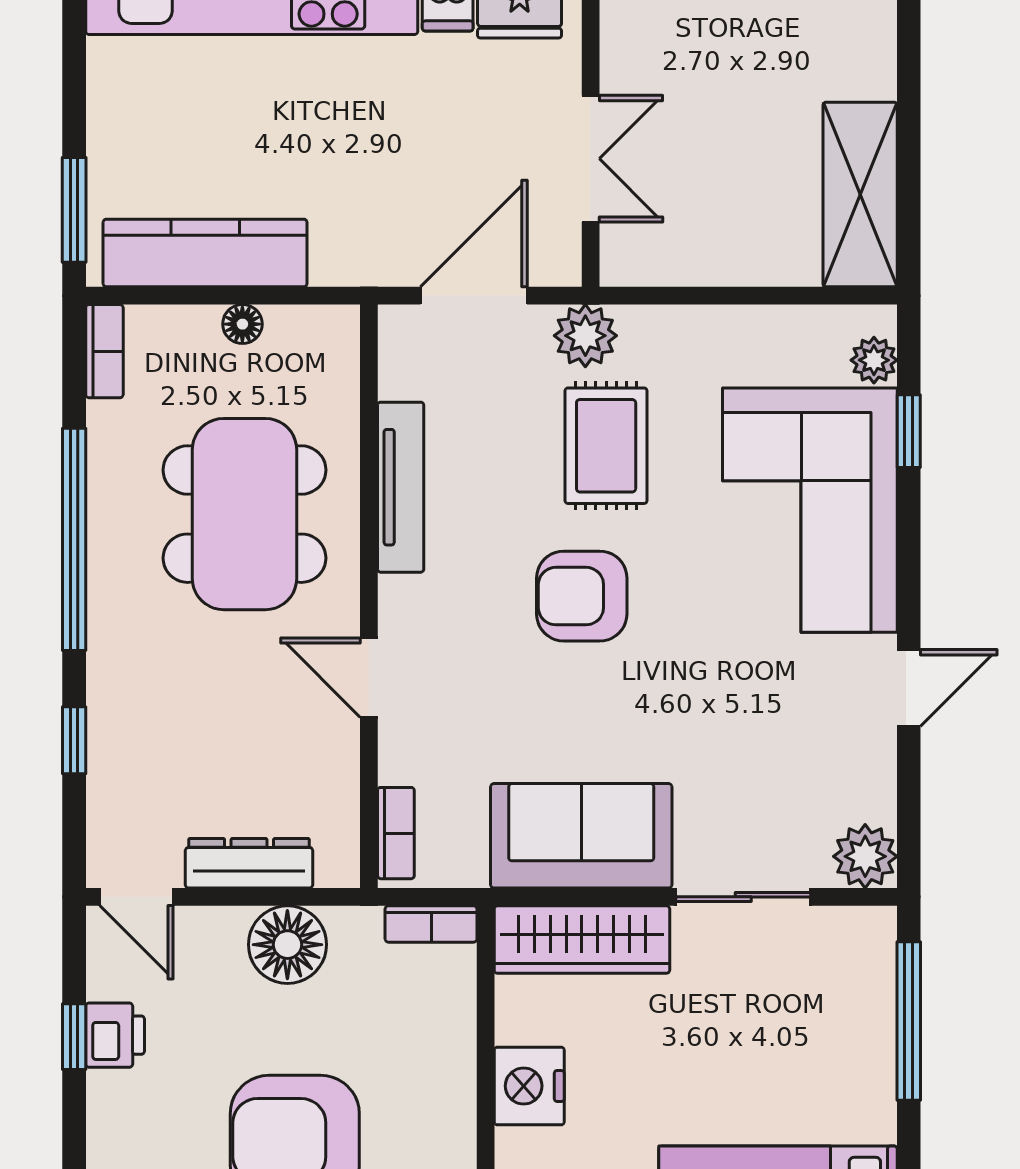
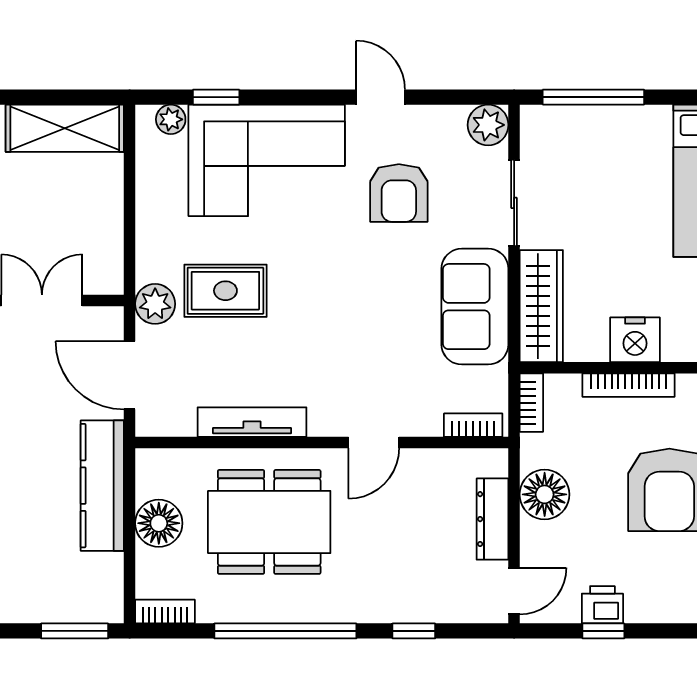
kitchen counter: (205, 253) -> (102, 486), moved
floor lamp: (242, 324) -> (159, 523), width x1.89, depth x1.89
armchair: (582, 596) -> (399, 193), moved
bookcase: (458, 1076) -> (629, 385), added

